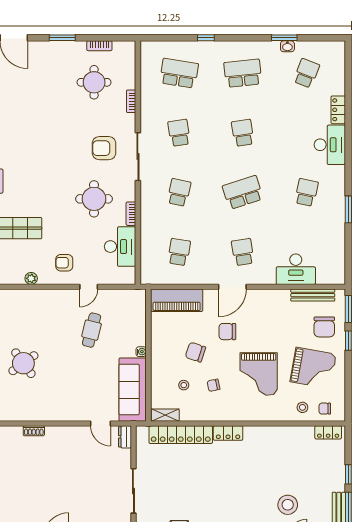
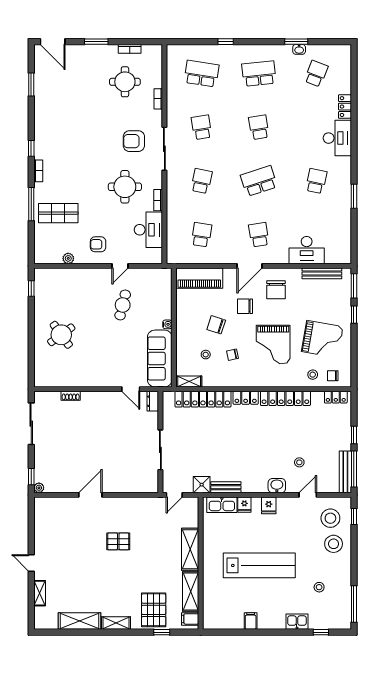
chair: (324, 327) -> (276, 290), moved
locker: (272, 434) -> (285, 398), added
stool: (288, 505) -> (299, 462), width x0.53, depth x0.53

